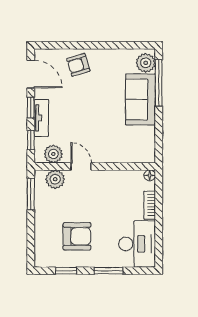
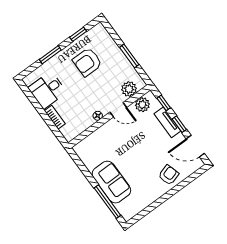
plant: (146, 63) -> (126, 209), removed
floor lamp: (150, 175) -> (98, 116), moved
window: (31, 194) -> (129, 56), moved
desk: (137, 244) -> (47, 90), width x0.73

